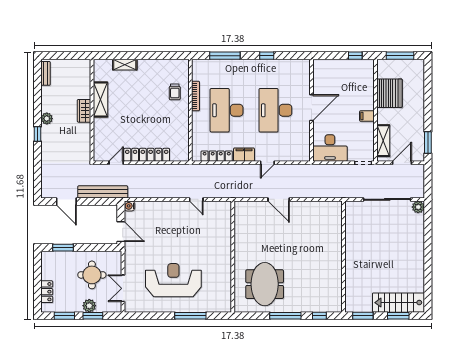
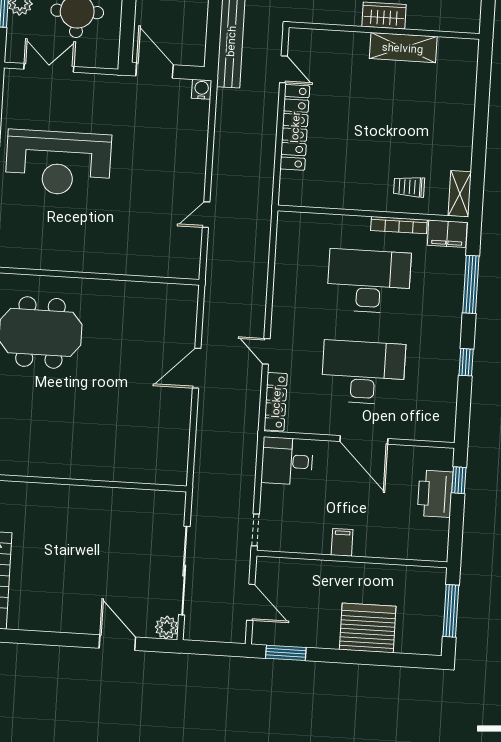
window: (355, 56) -> (459, 480), moved
shelving: (125, 65) -> (460, 194), moved
printer: (338, 68) -> (435, 494), added
server rack: (389, 93) -> (368, 628), moved, turned 180
shelving: (383, 141) -> (294, 570), removed
desk: (330, 148) -> (287, 461), width x0.73
filing cabinet: (244, 155) -> (447, 234), moved, turned 90
locker: (217, 156) -> (276, 402), moved
door: (121, 232) -> (155, 70), swing flipped
door: (428, 233) -> (117, 643), added
reception desk: (173, 280) -> (58, 163), turned 90

